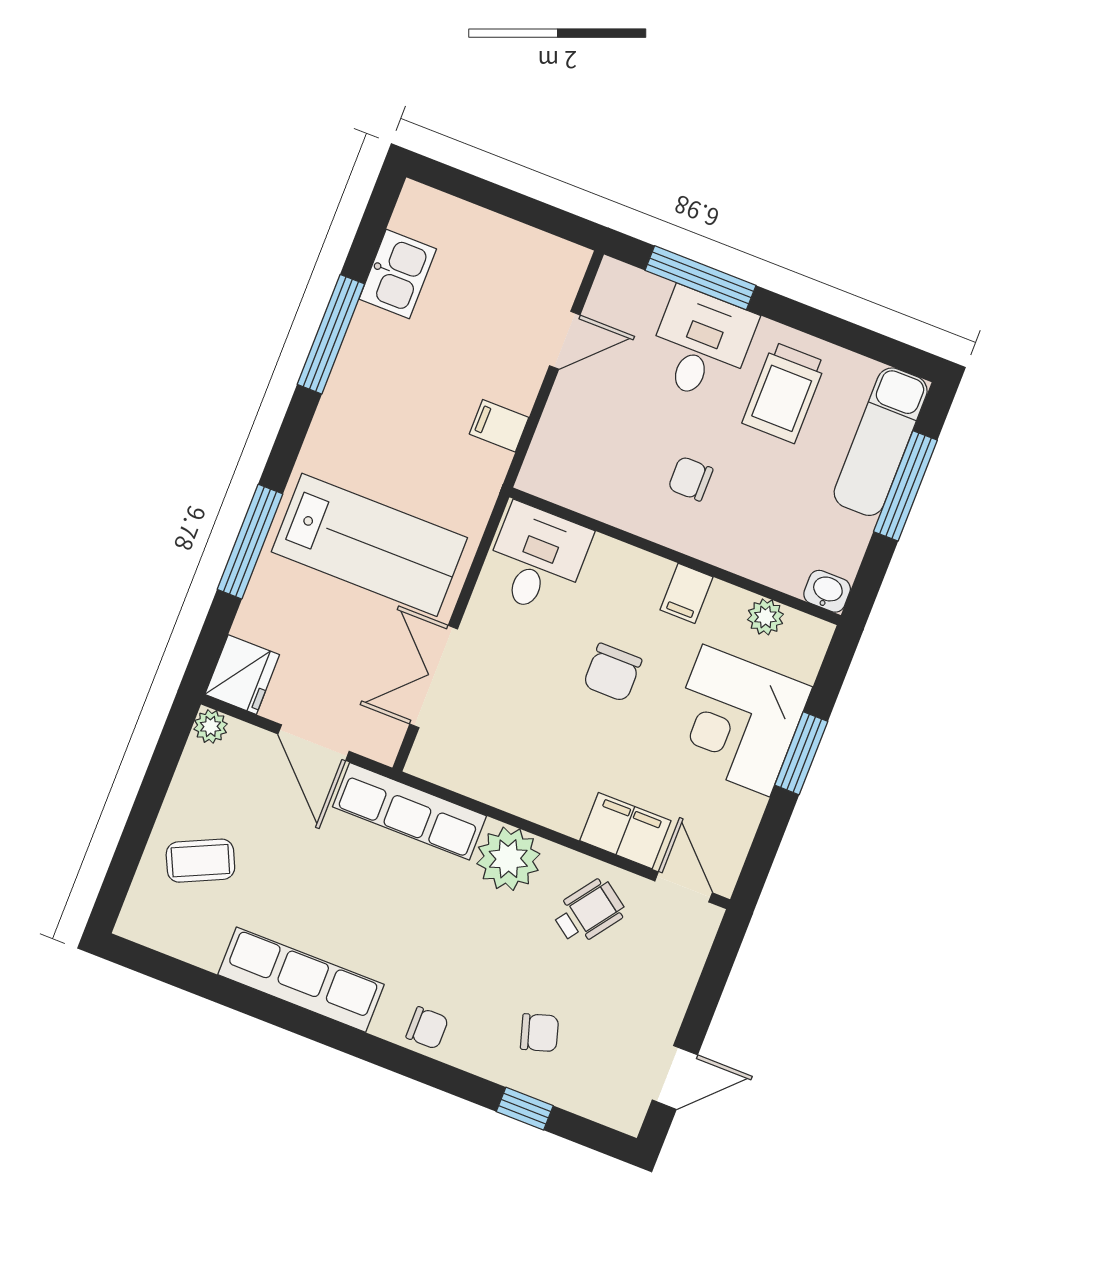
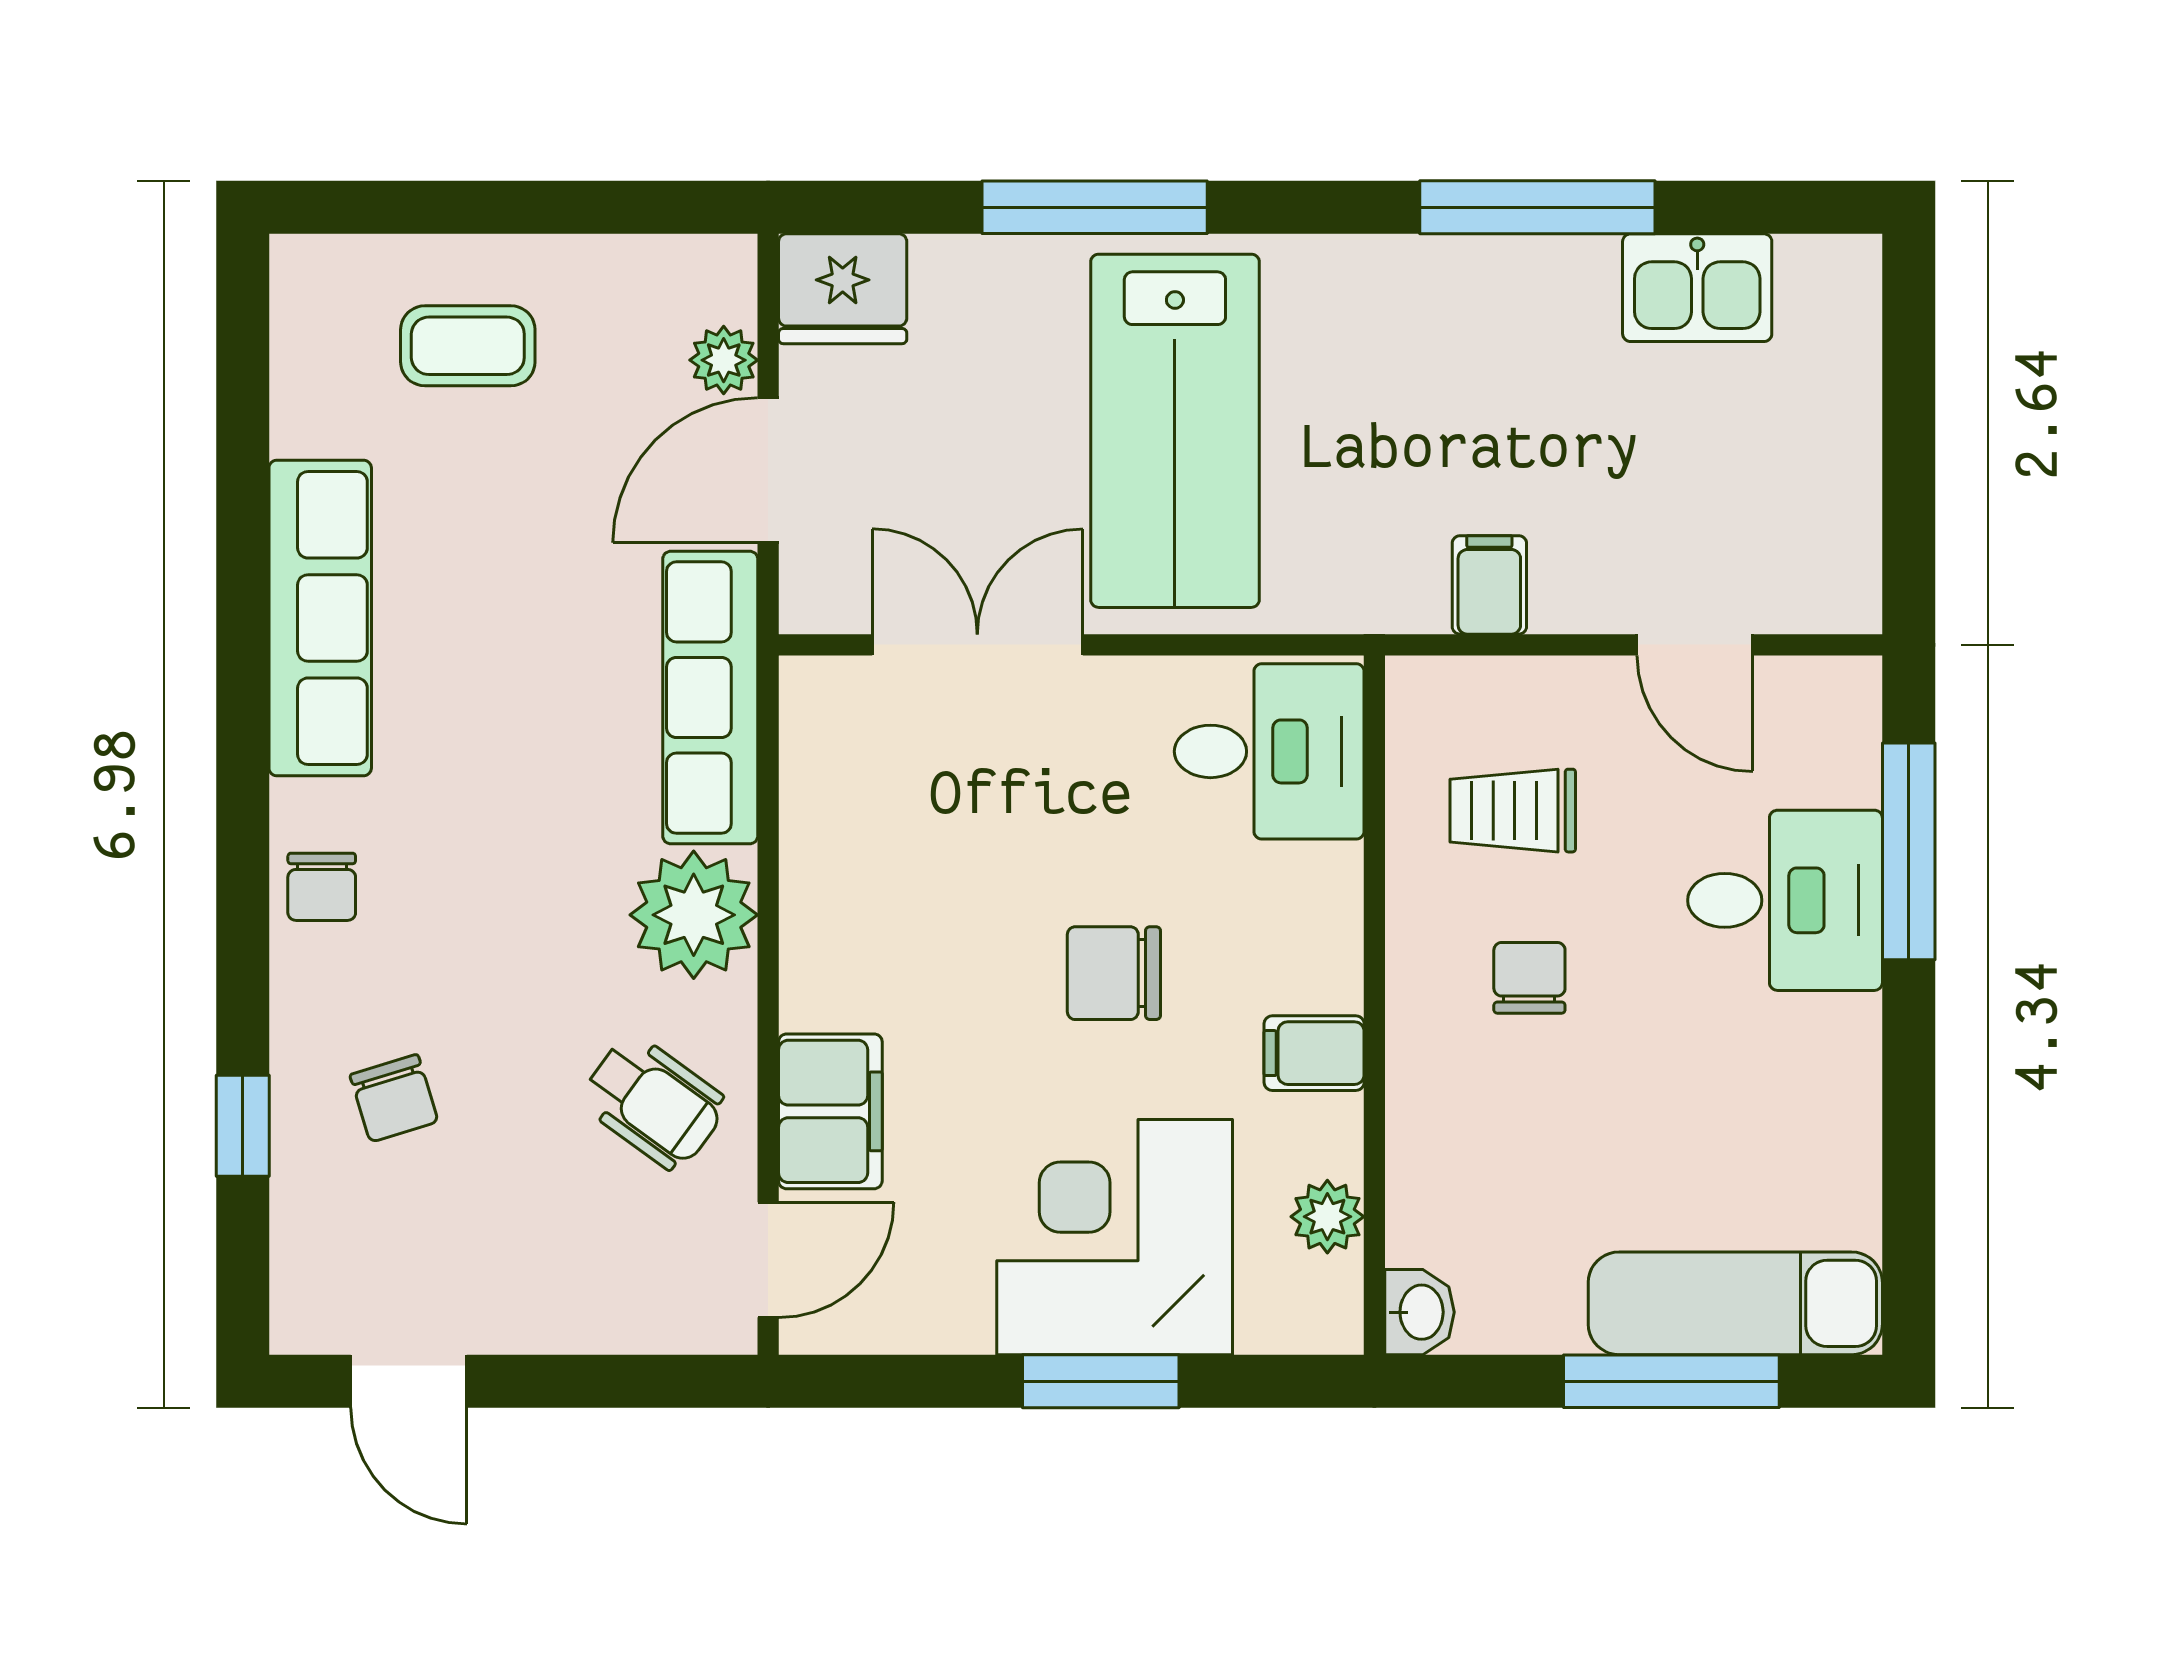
trolley: (784, 393) -> (1513, 811), moved, width x0.73, depth x0.72
plant: (211, 726) -> (724, 360), moved
coffee table: (200, 861) -> (468, 346), turned -65

